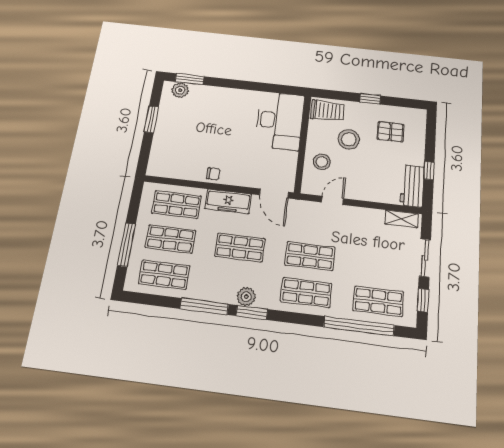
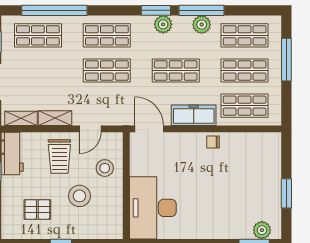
trolley: (327, 111) -> (59, 156), moved, turned -90
shelving: (367, 215) -> (55, 118), added
plant: (206, 291) -> (202, 25), added

